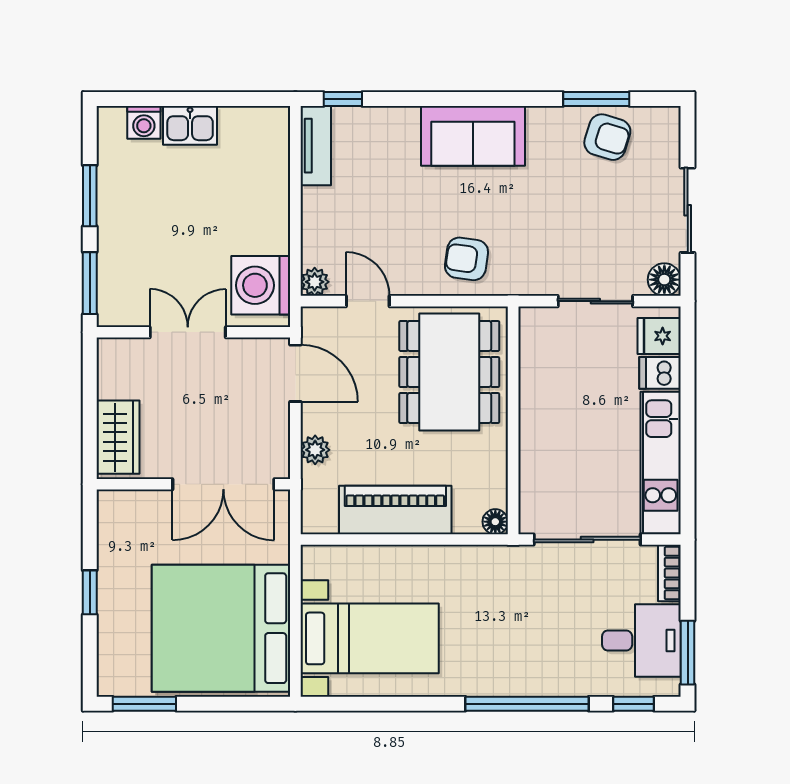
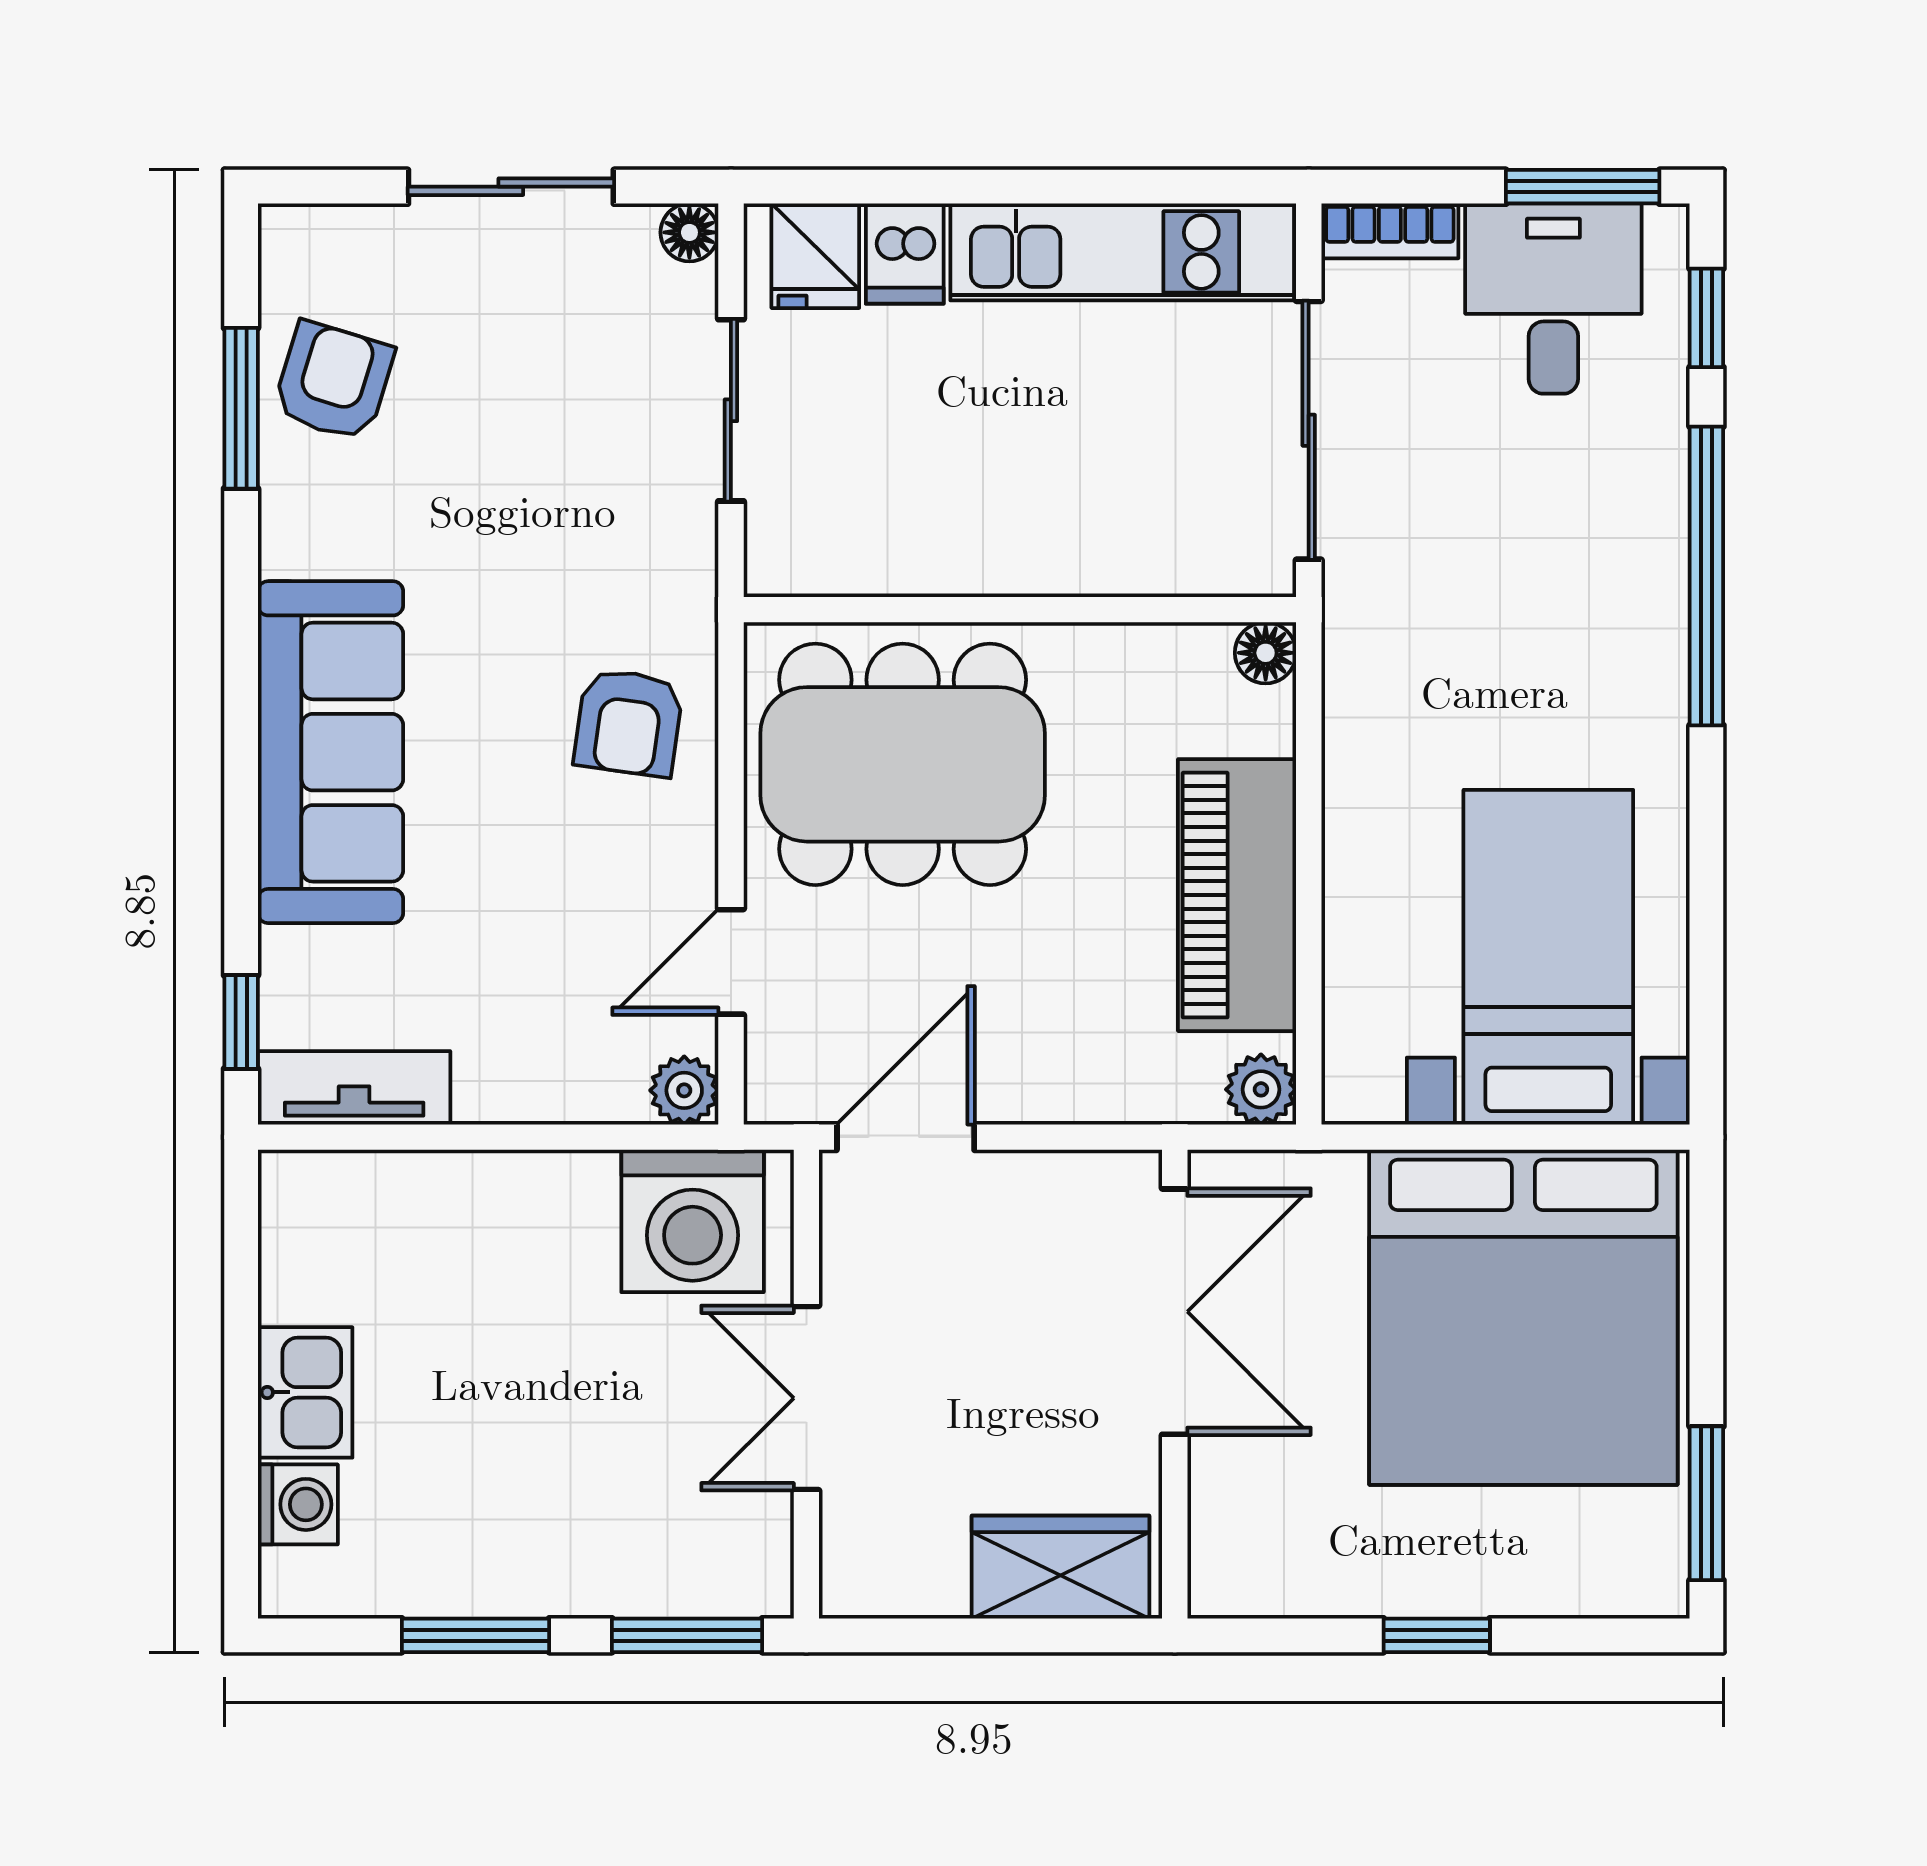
sofa: (473, 136) -> (331, 752), width x1.36
floor lamp: (664, 280) -> (689, 232), width x0.73, depth x0.73
plant: (315, 450) -> (1261, 1089), moved

